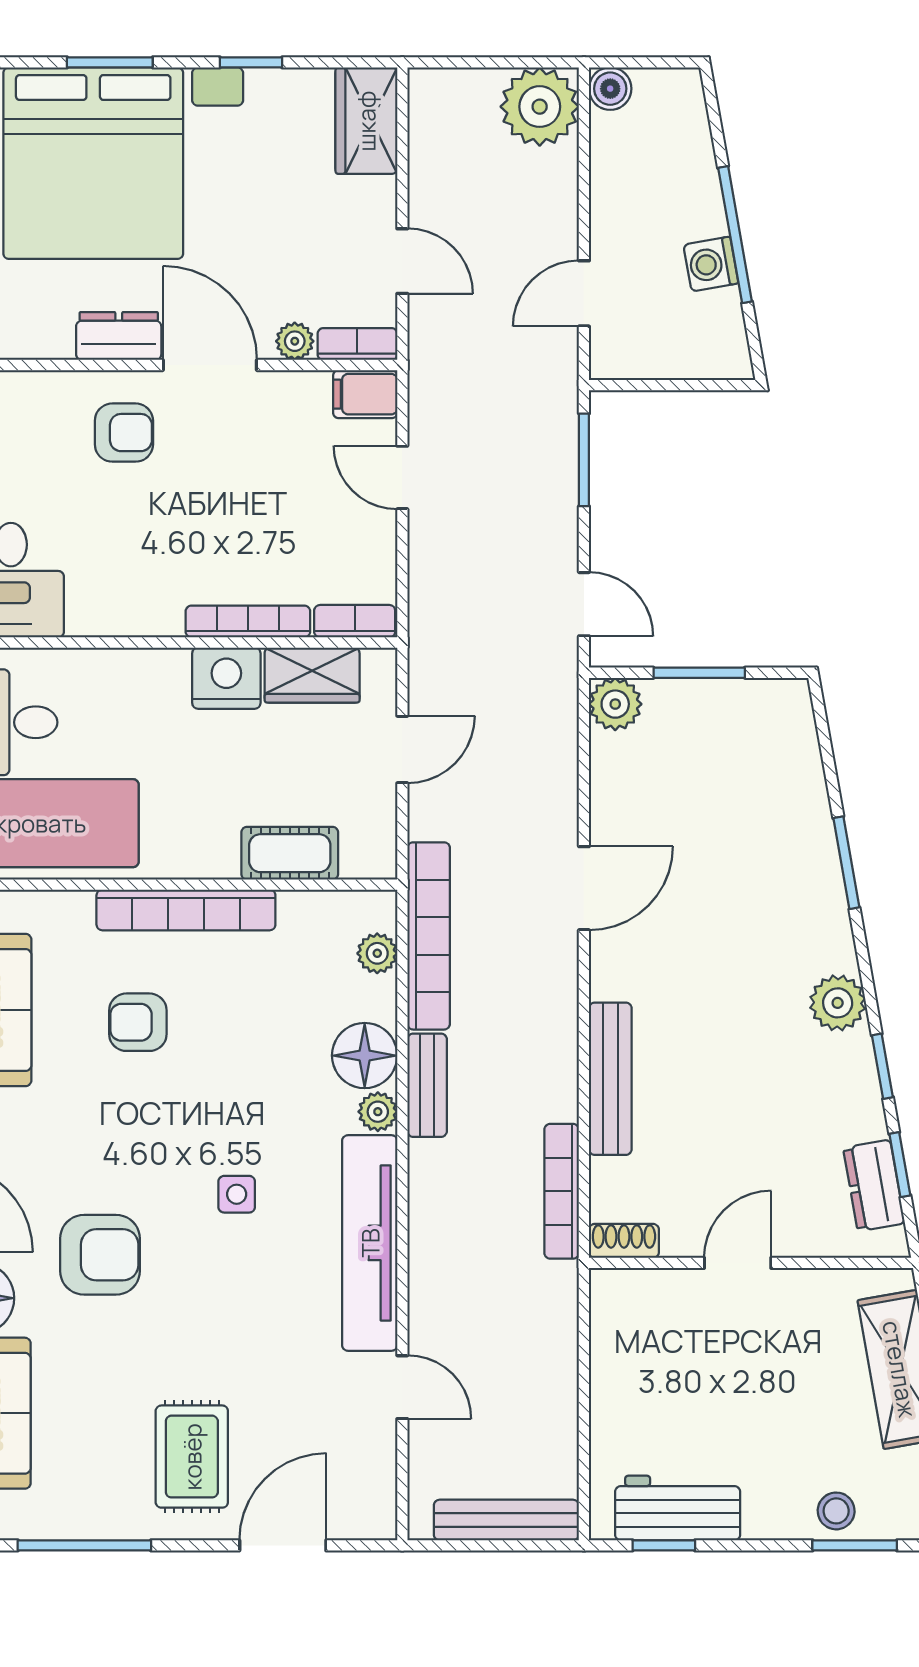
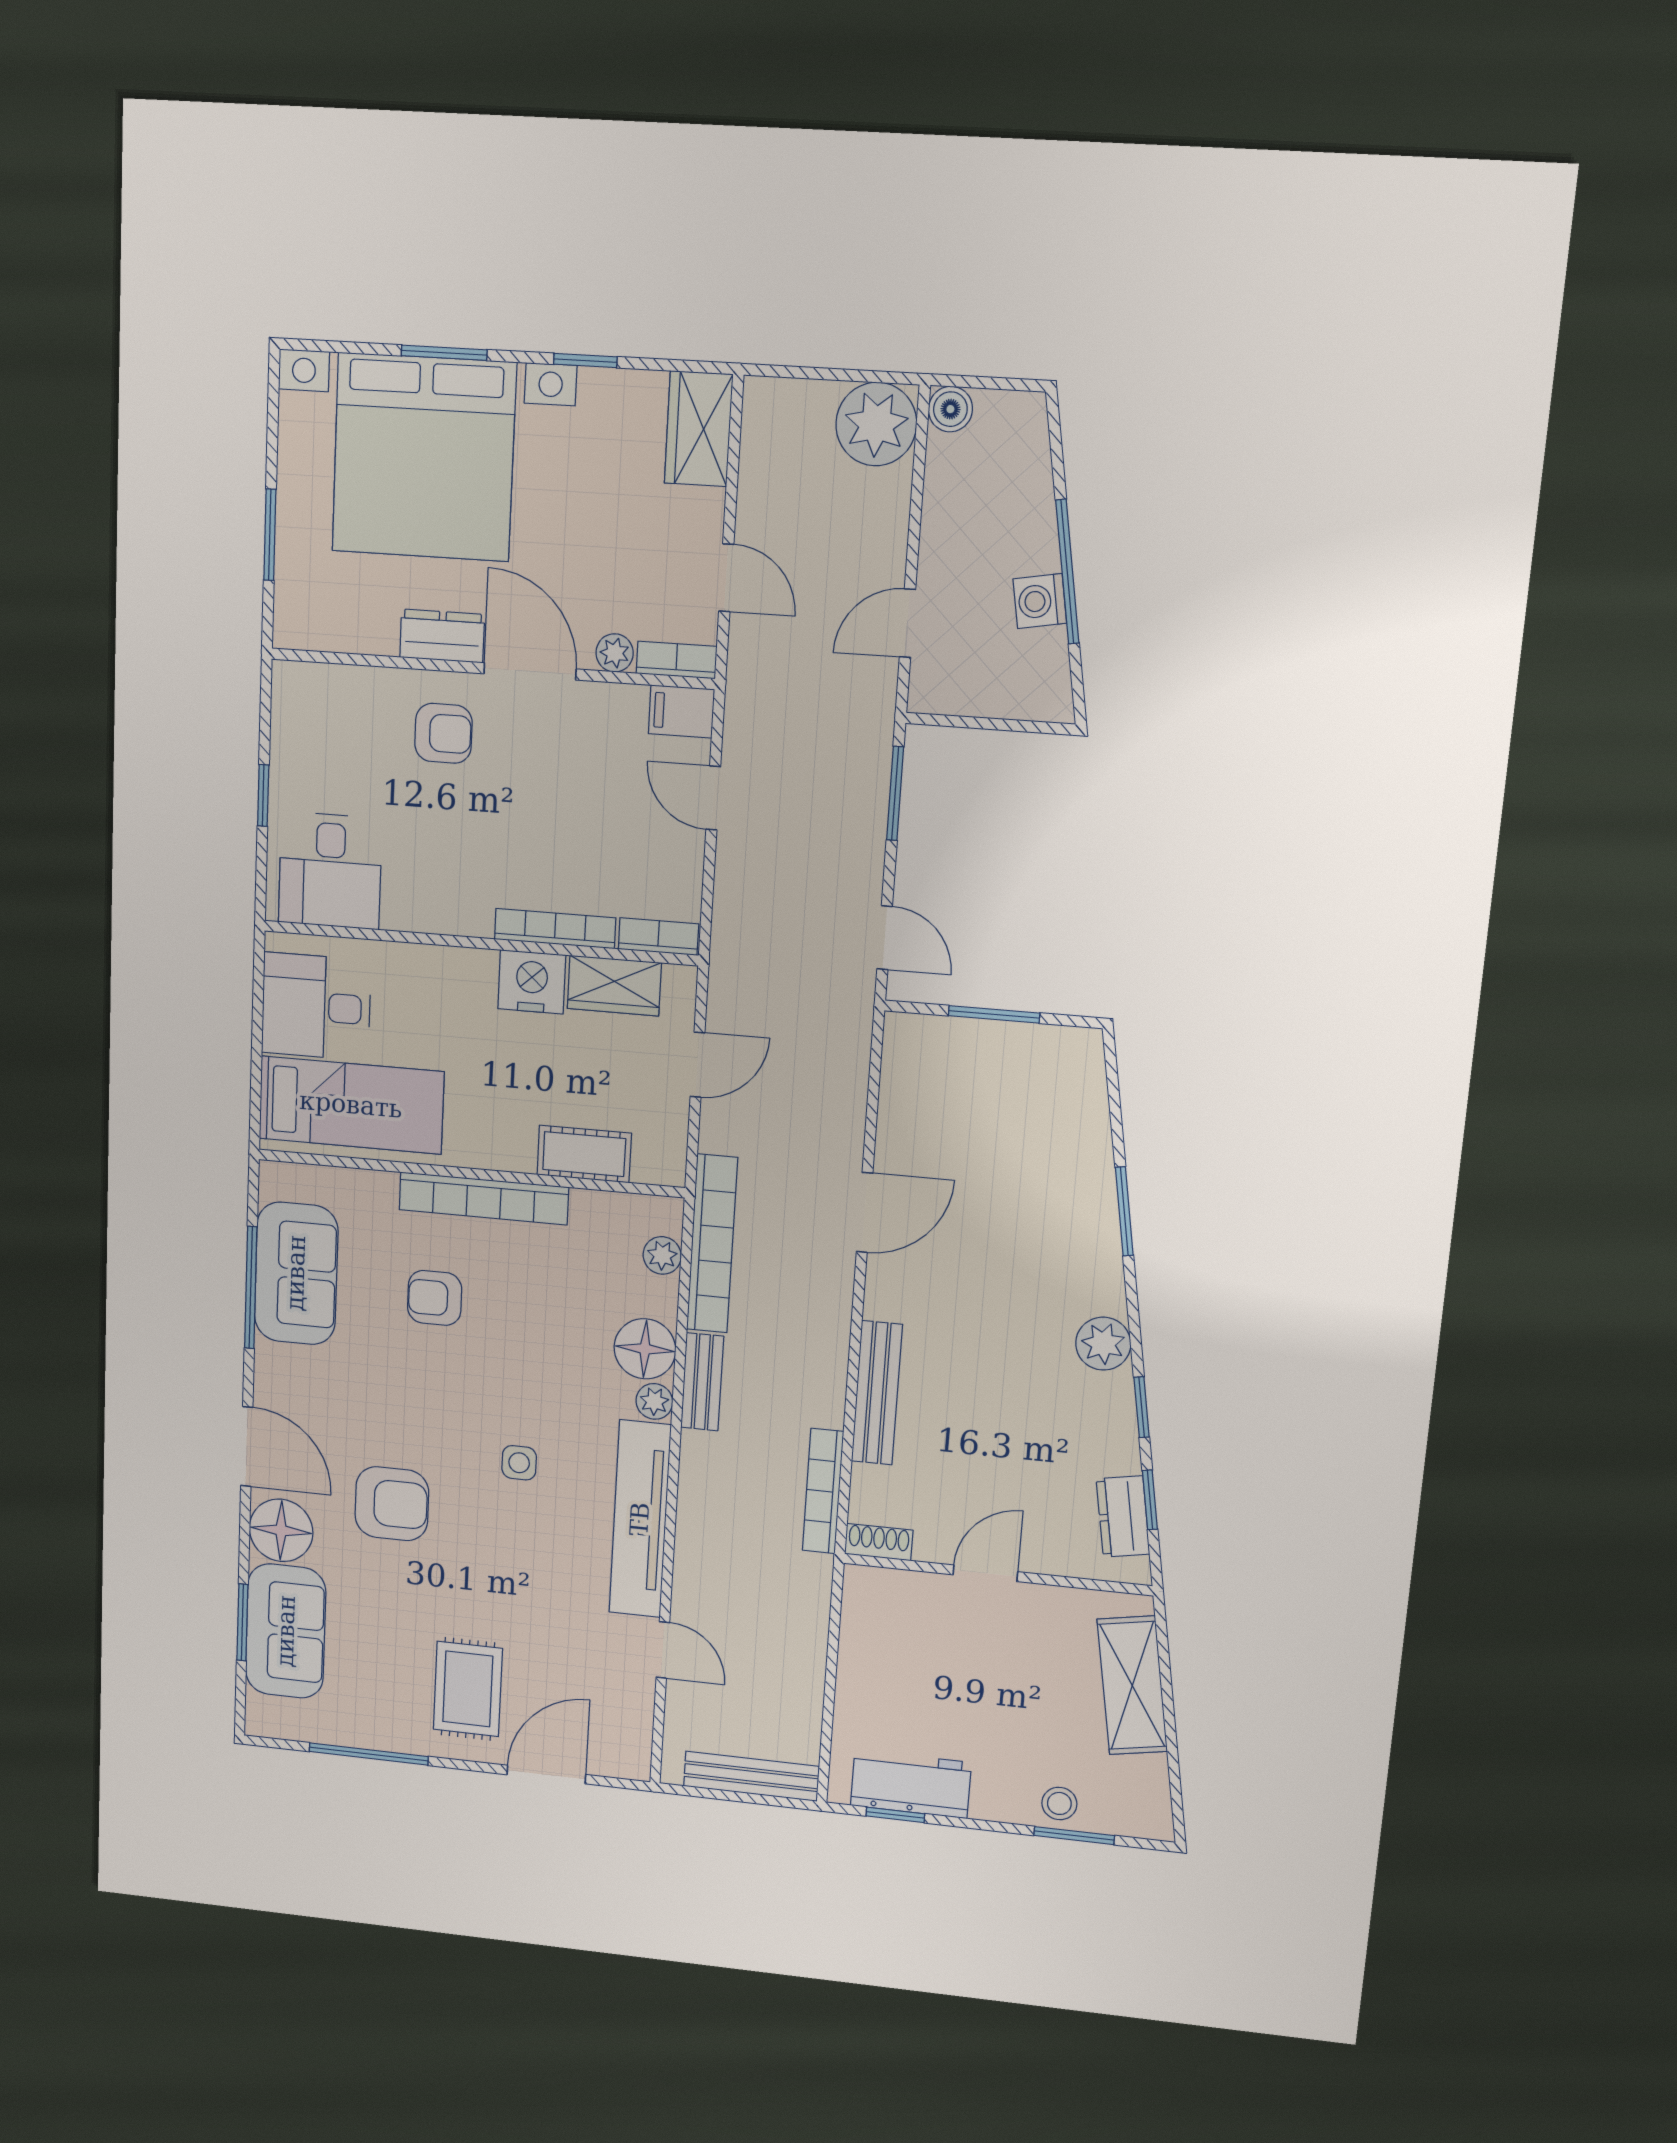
plant: (615, 704) -> (908, 1038), removed

